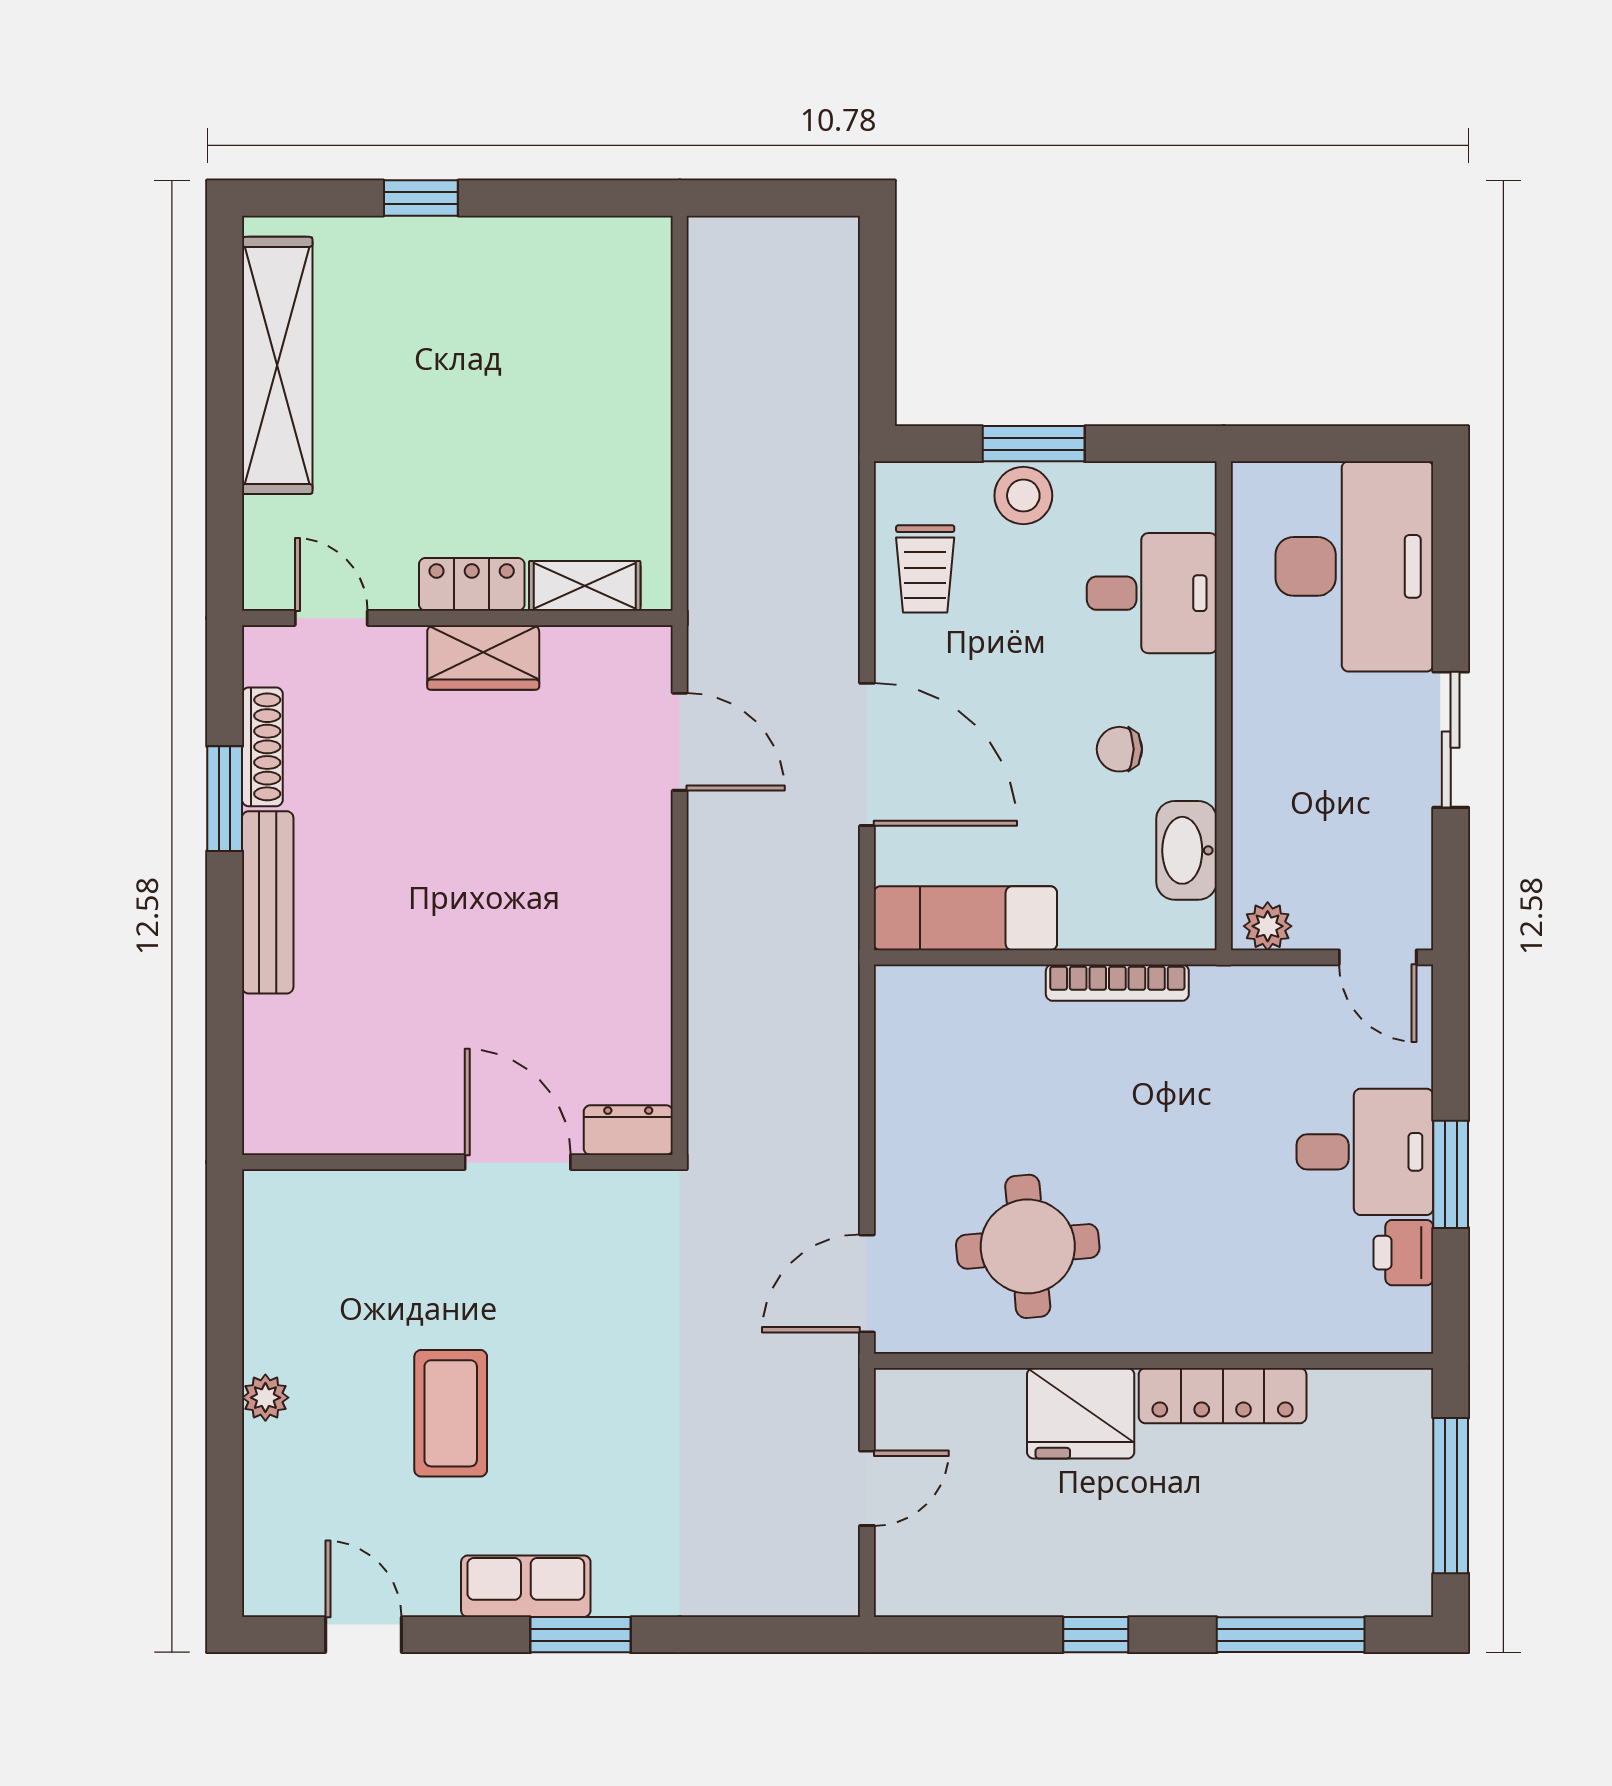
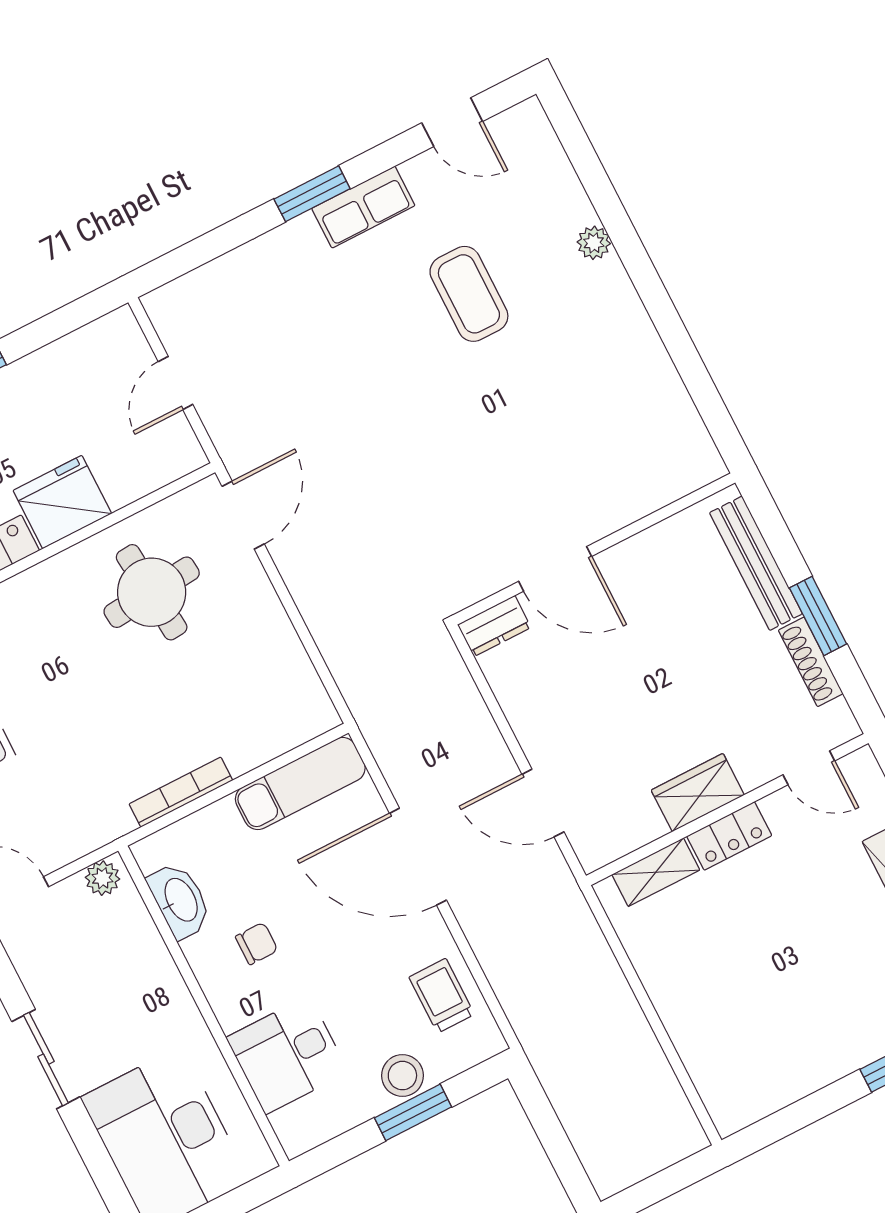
dresser: (628, 1130) -> (494, 626), moved
wall: (457, 1162) -> (594, 549), moved
door: (518, 1162) -> (555, 569), moved

